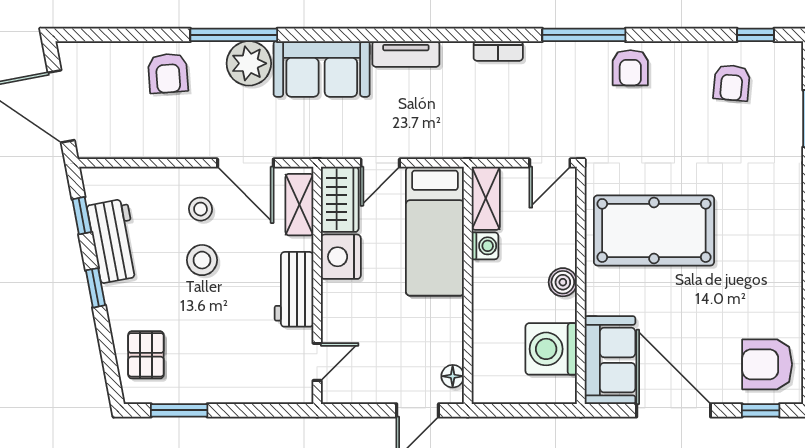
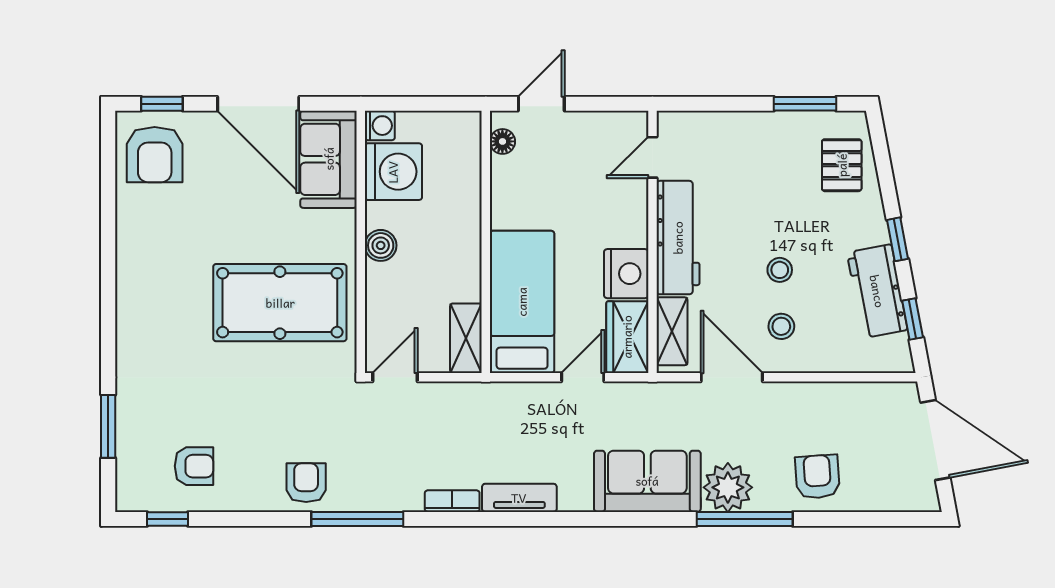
tv unit: (406, 54) -> (519, 498), moved
armchair: (732, 83) -> (194, 466), turned 85
washing machine: (485, 246) -> (380, 126), moved, turned 180
stool: (202, 260) -> (780, 270), width x0.73, depth x0.73
workbench: (294, 289) -> (678, 238), width x1.38
armchair: (767, 364) -> (155, 155), turned 90

